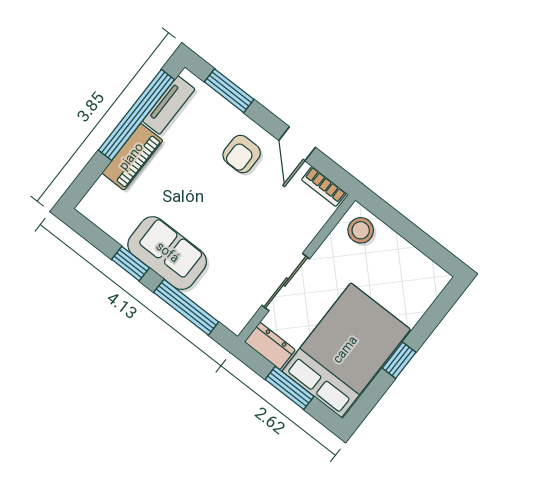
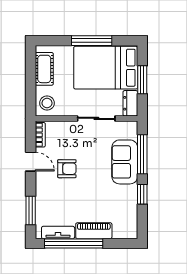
door: (297, 144) -> (31, 162), hinge flipped
armchair: (242, 154) -> (67, 169), moved
sofa: (167, 253) -> (125, 162), moved
cot: (411, 264) -> (44, 69), added
window: (399, 360) -> (92, 41), width x2.17

